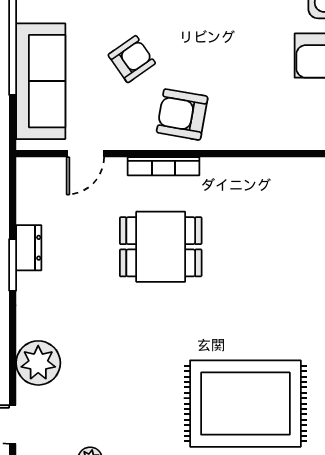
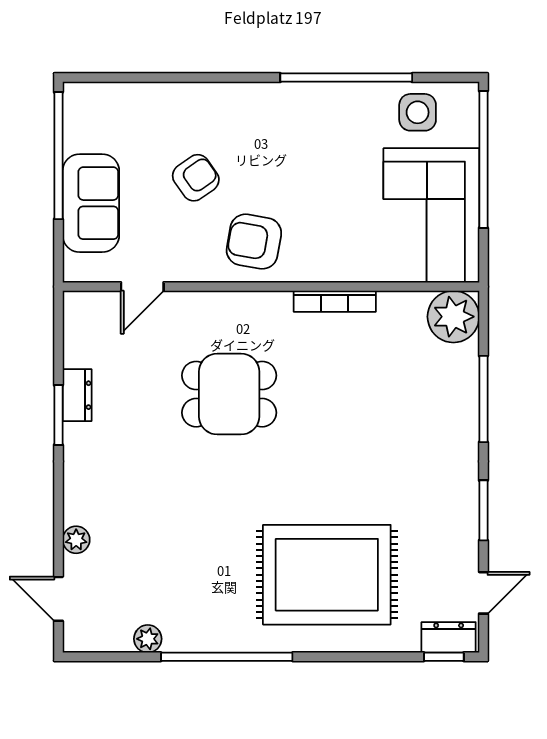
sofa: (41, 81) -> (91, 203), width x0.73
bookcase: (163, 166) -> (335, 301), moved
plant: (38, 363) -> (76, 540), width x0.53, depth x0.53

